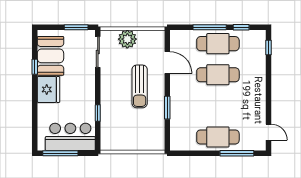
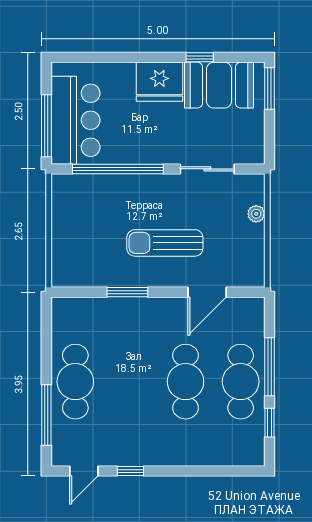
window: (76, 27) -> (270, 89), moved
plant: (127, 39) -> (256, 214), width x0.53, depth x0.53
window: (268, 47) -> (130, 471), moved
sliding door: (98, 52) -> (207, 169), moved
window: (98, 113) -> (118, 169), width x3.17
window: (60, 153) -> (46, 126), moved

